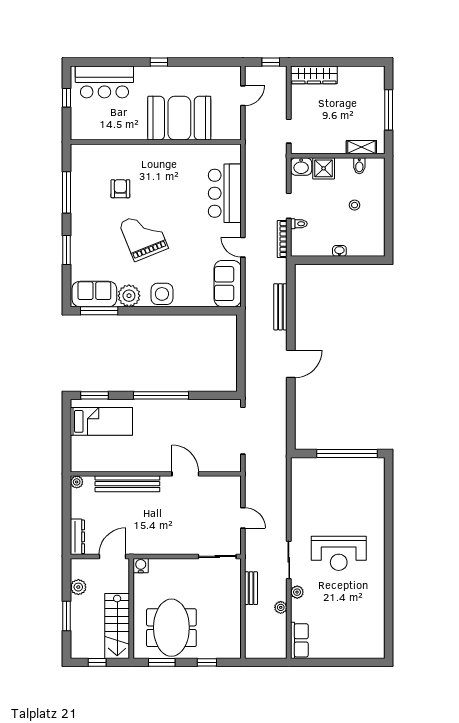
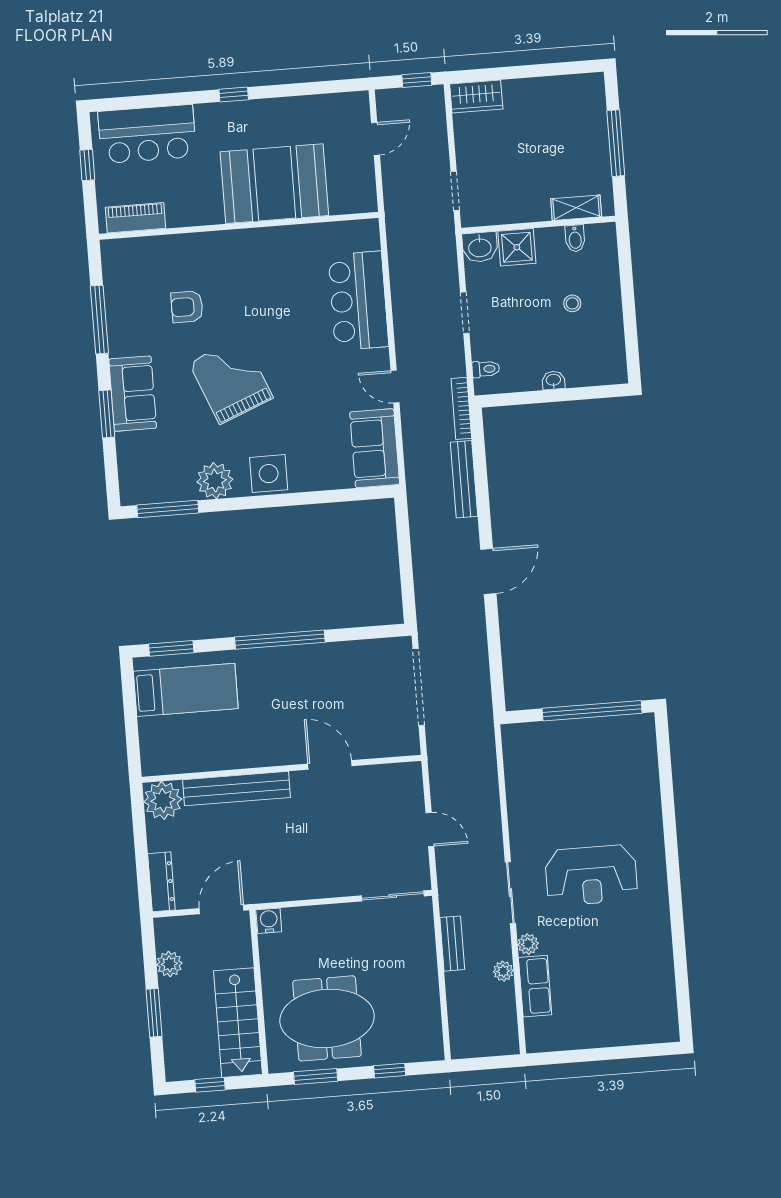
wardrobe: (314, 75) -> (476, 96), width x0.67
piano: (93, 132) -> (136, 218), added
armchair: (120, 189) -> (187, 307), turned -90
toilet: (299, 224) -> (486, 369), moved
bookcase: (282, 239) -> (461, 408), moved
sofa: (94, 294) -> (133, 394), moved, turned 90
plant: (77, 482) -> (163, 800), width x1.87, depth x1.87
meeting table: (171, 628) -> (327, 1018), turned 90
row of seats: (299, 640) -> (535, 986), moved

